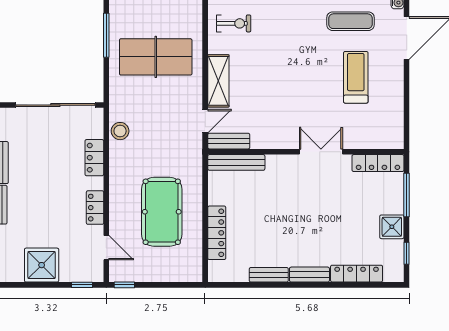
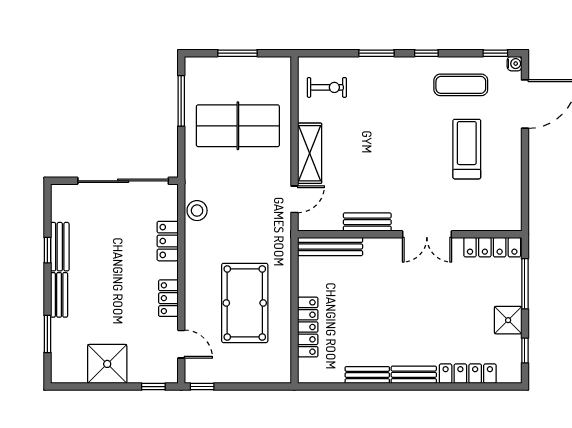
bench: (229, 141) -> (367, 222), moved
double door: (321, 152) -> (427, 234), swing flipped

